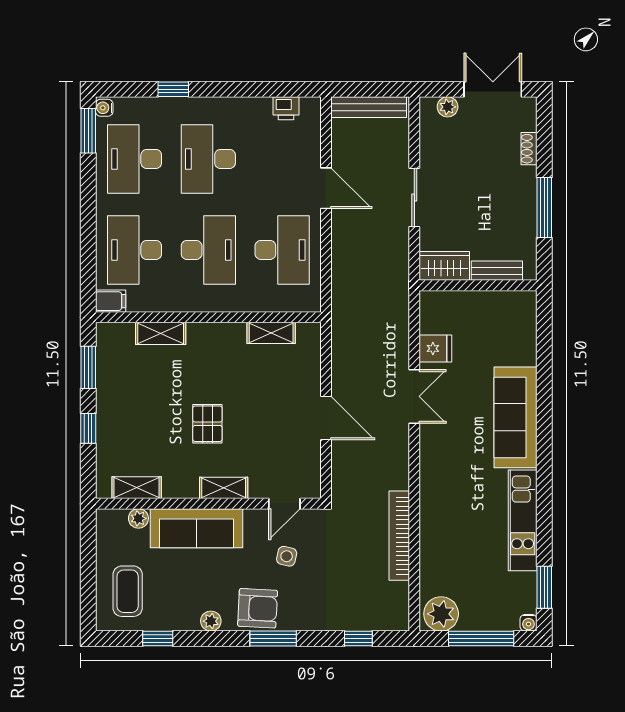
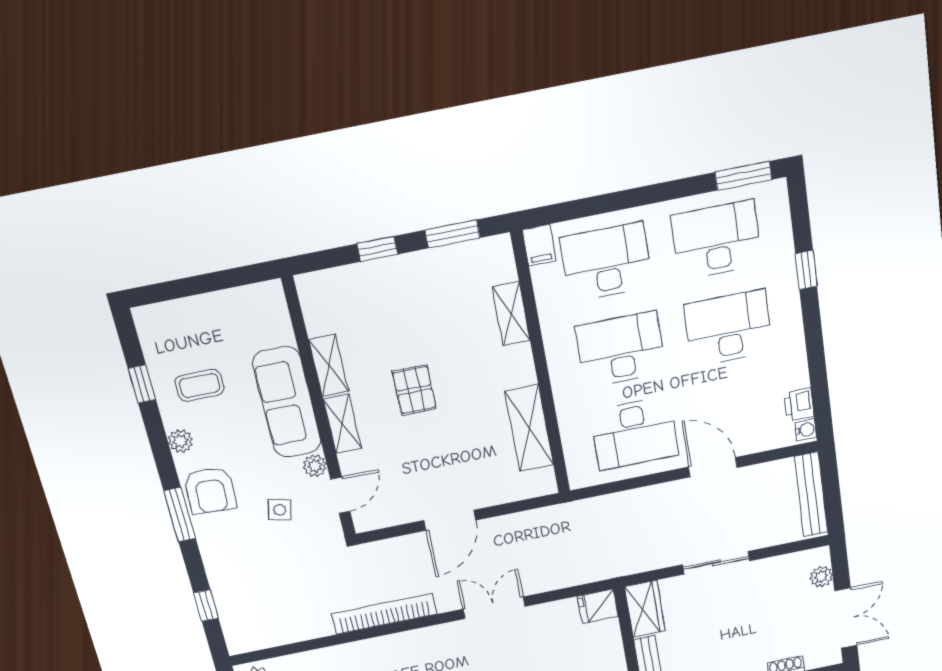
water cooler: (104, 108) -> (806, 430), moved, turned 90
door: (326, 188) -> (713, 467), swing flipped
desk: (208, 250) -> (621, 350), turned 180
shelving: (271, 333) -> (529, 428), width x1.50, depth x1.33
fridge: (435, 348) -> (598, 606), moved, turned 90
double door: (414, 396) -> (494, 608), swing flipped
pallet: (207, 424) -> (414, 390), turned 90
shelving: (137, 488) -> (329, 366), moved
door: (284, 504) -> (340, 495), swing flipped
plant: (138, 518) -> (315, 466), moved
bookcase: (399, 536) -> (384, 614), moved
coffee table: (128, 591) -> (200, 385), moved, width x0.73, depth x0.77

